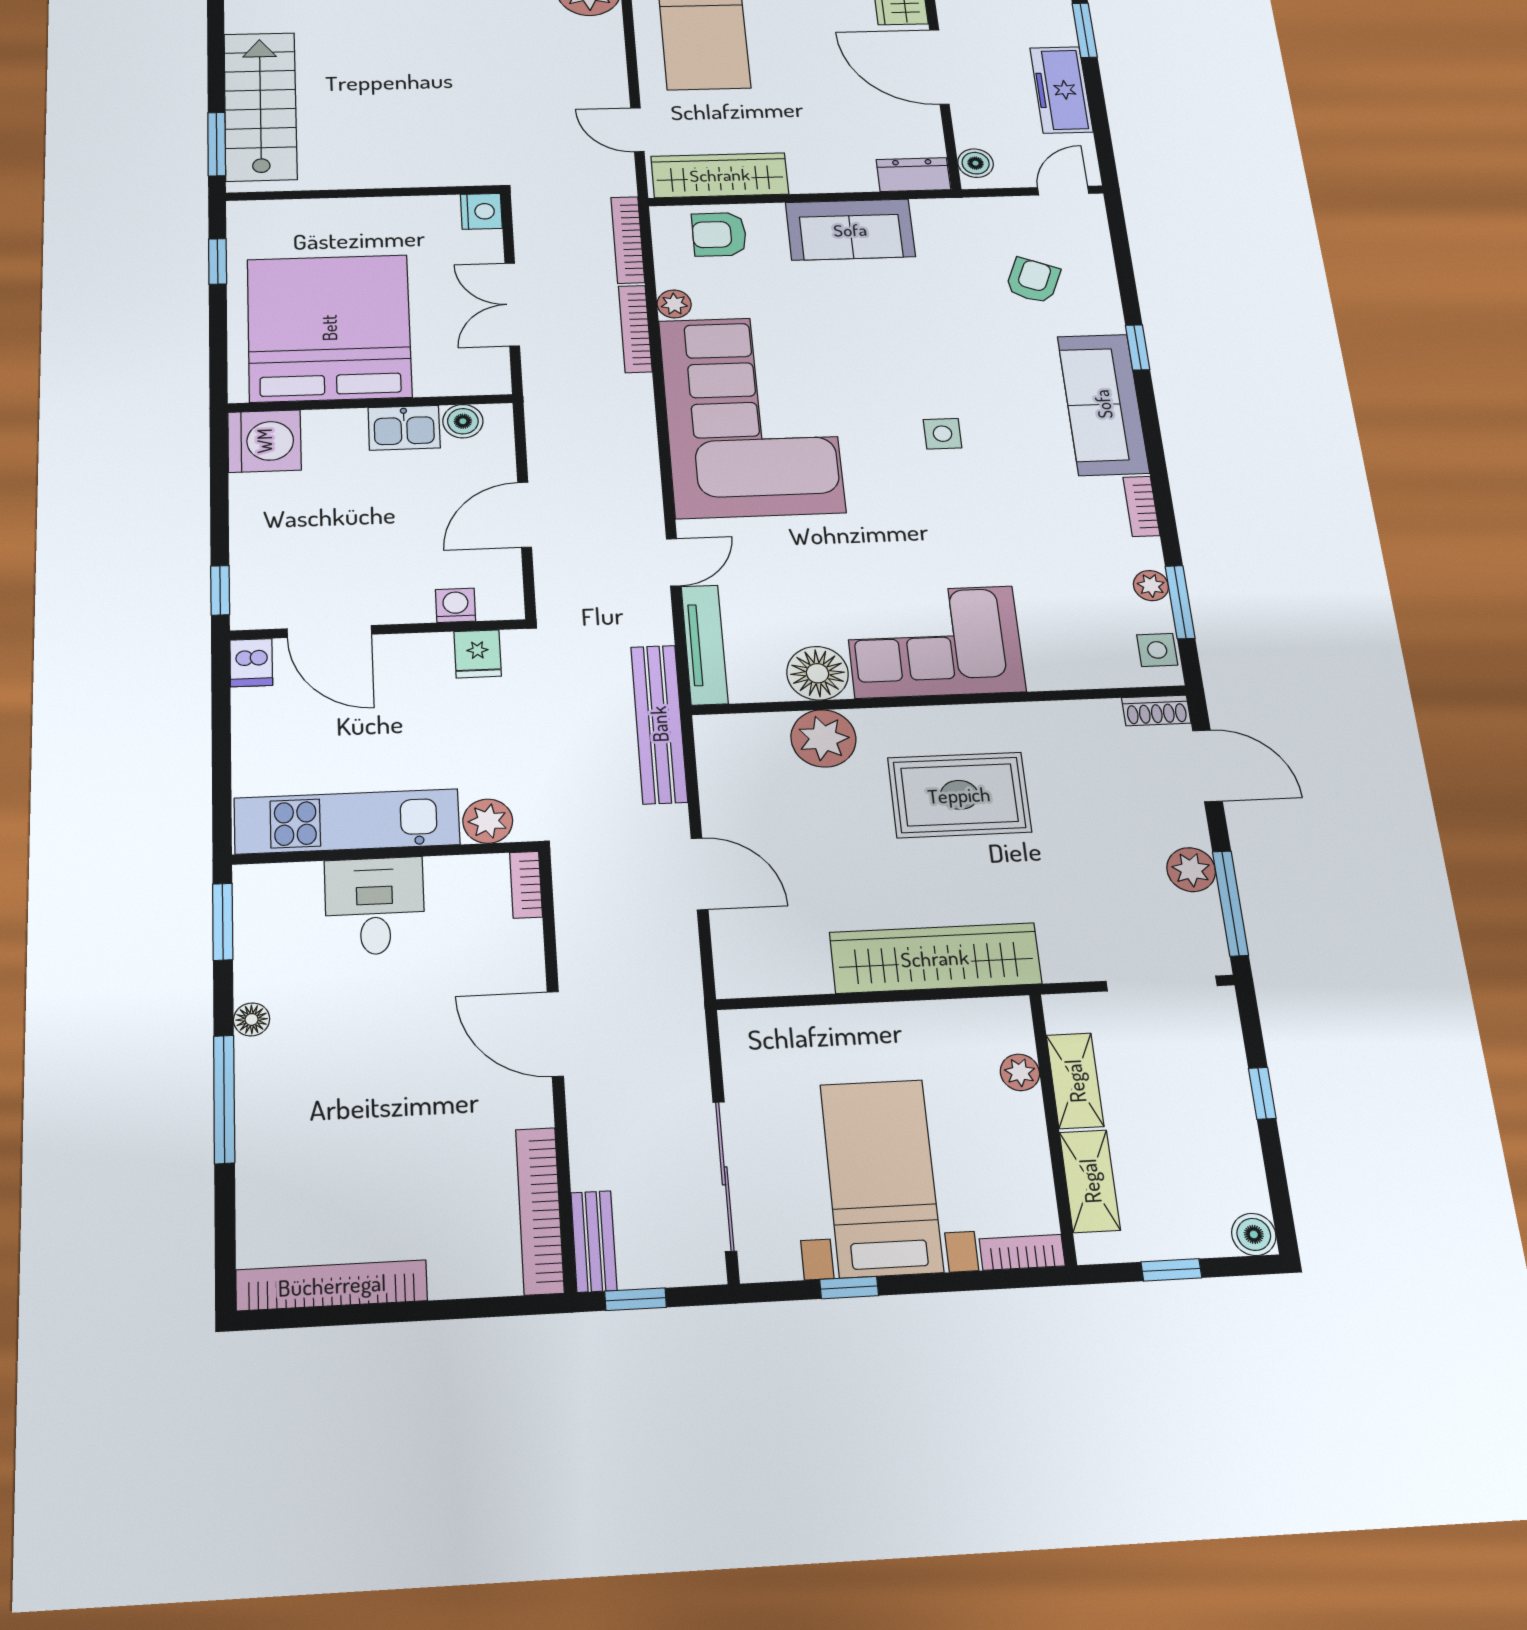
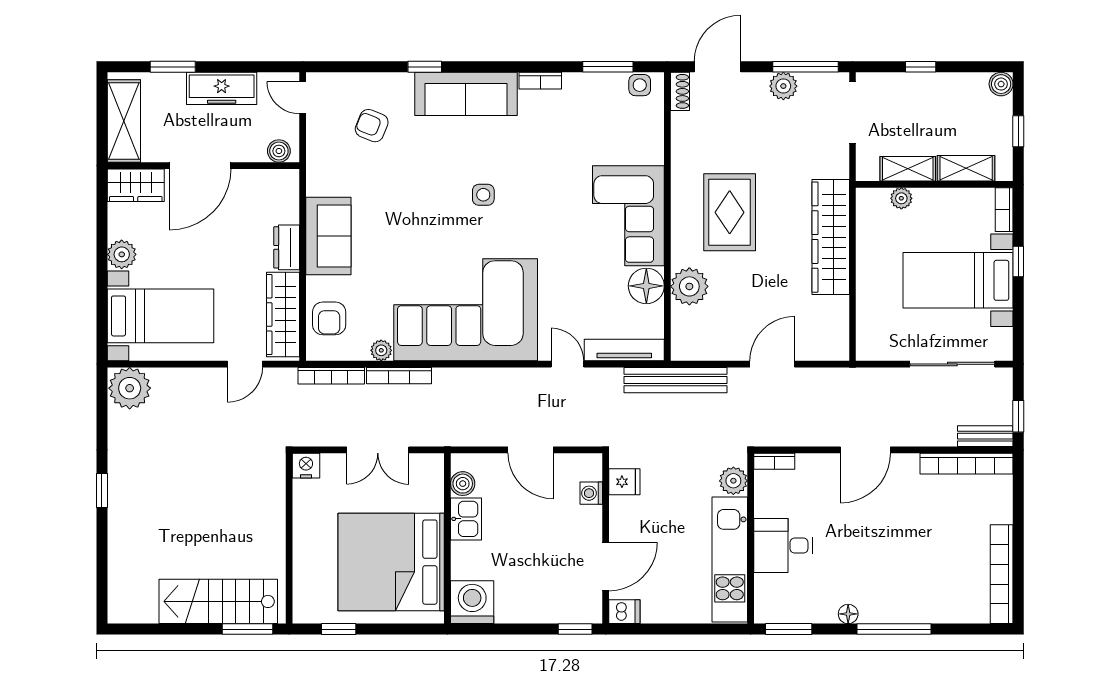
dresser: (913, 175) -> (287, 247), moved
plant: (1151, 586) -> (596, 83), removed
window: (849, 1288) -> (1018, 262), moved

